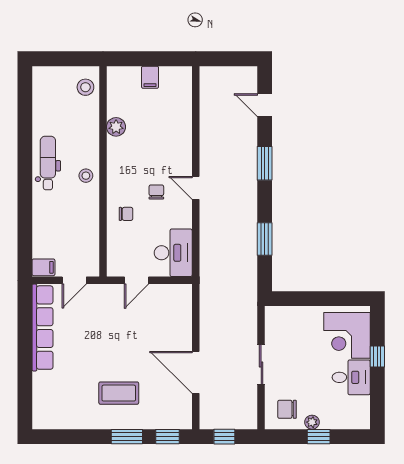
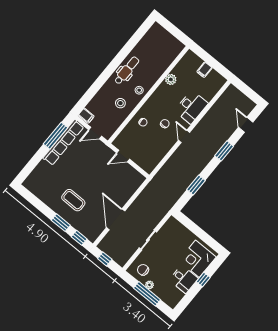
stool: (85, 87) -> (120, 103), moved
desk: (173, 253) -> (191, 107), moved
window: (25, 327) -> (55, 136), added
window: (319, 437) -> (147, 294), width x2.17

